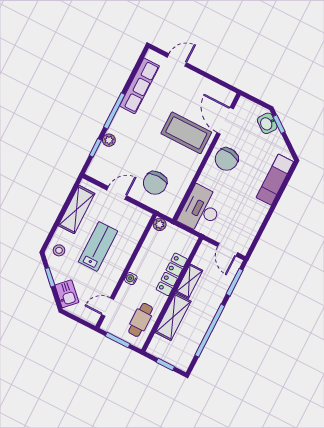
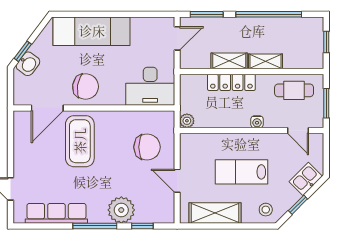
plant: (109, 140) -> (121, 210), width x1.87, depth x1.87
exam couch: (275, 180) -> (92, 31), width x1.36, depth x1.45
shelving: (173, 317) -> (266, 61), width x0.67, depth x0.75

